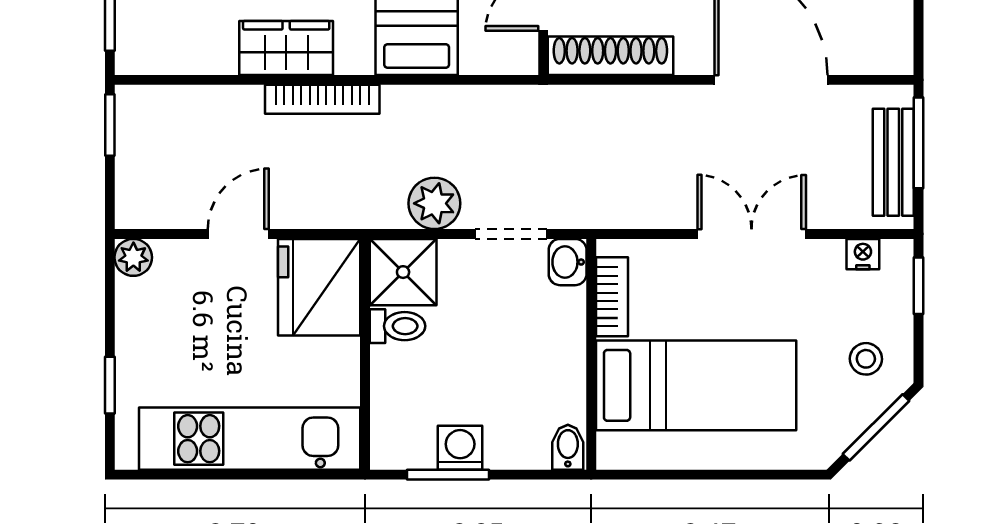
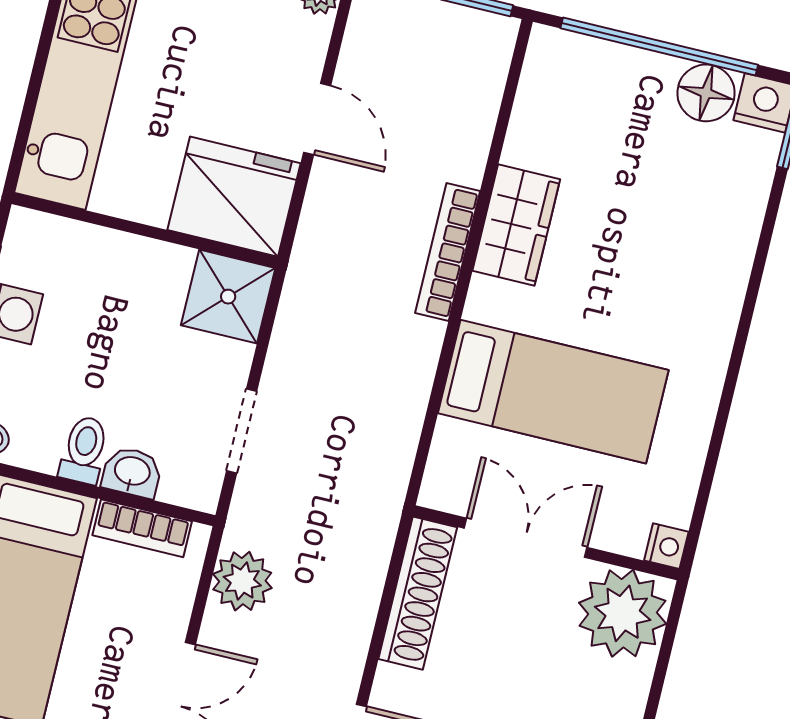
plant: (434, 203) -> (242, 581), moved
washbasin: (568, 262) -> (132, 472), moved
toilet: (397, 326) -> (84, 450), moved, turned 180

